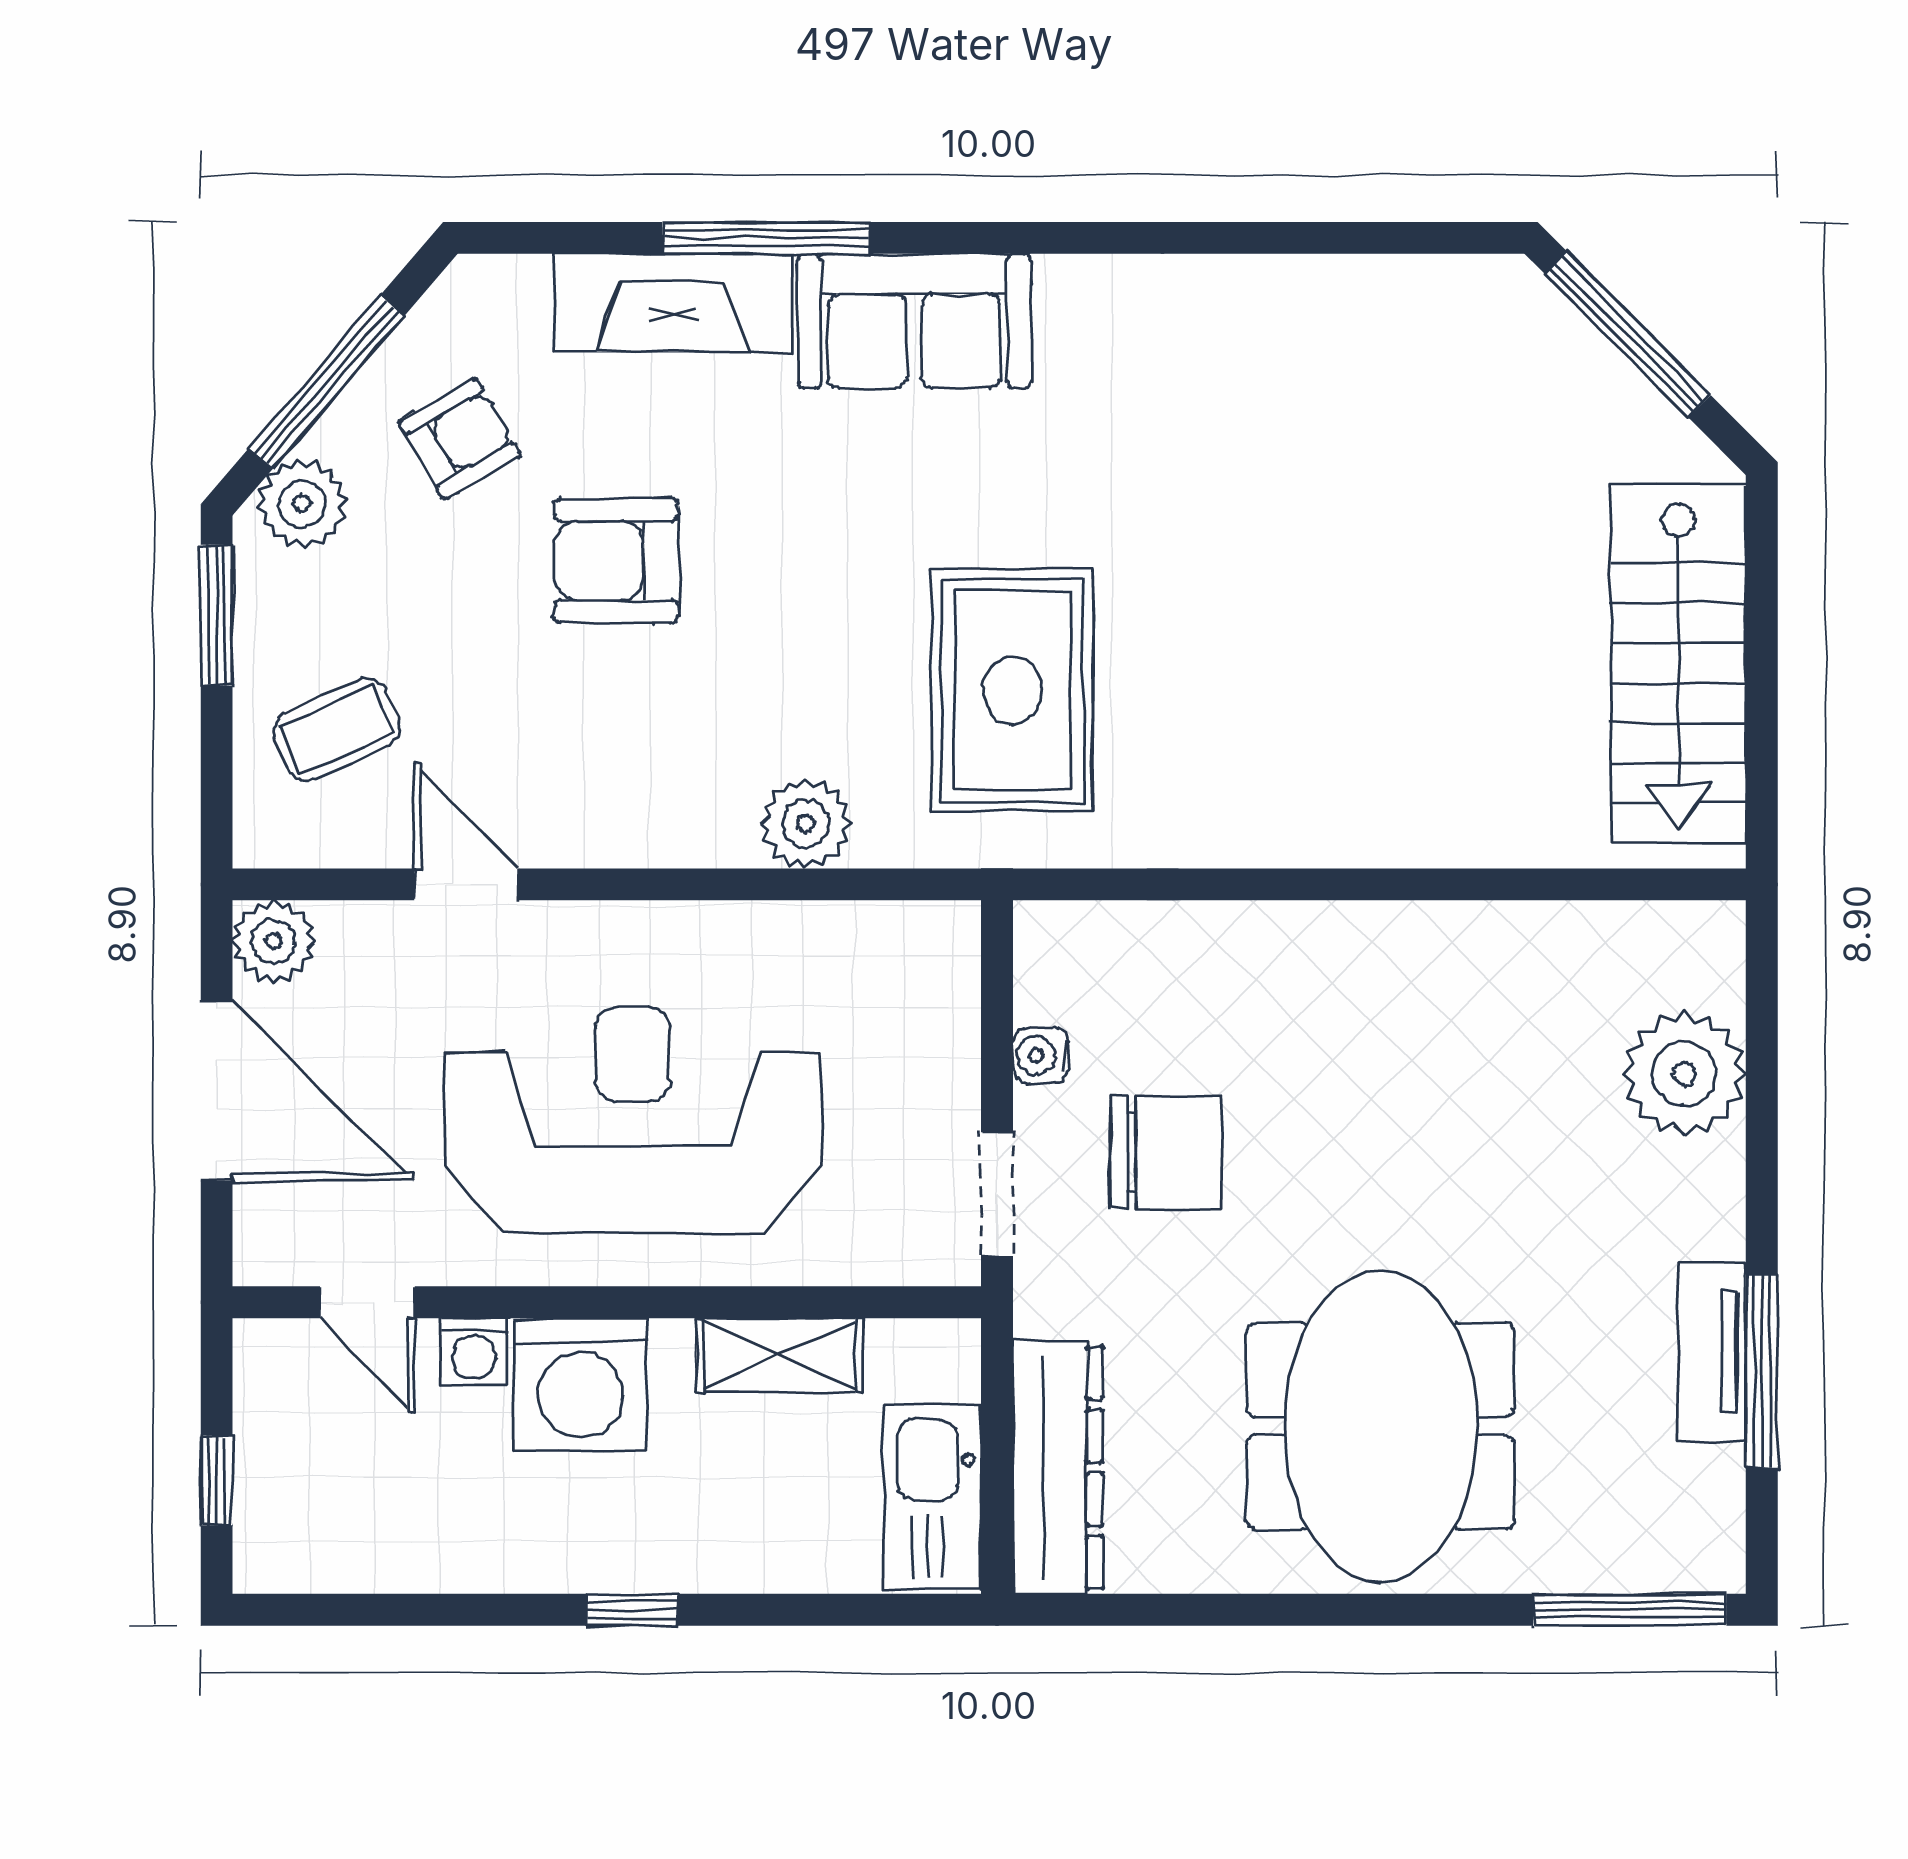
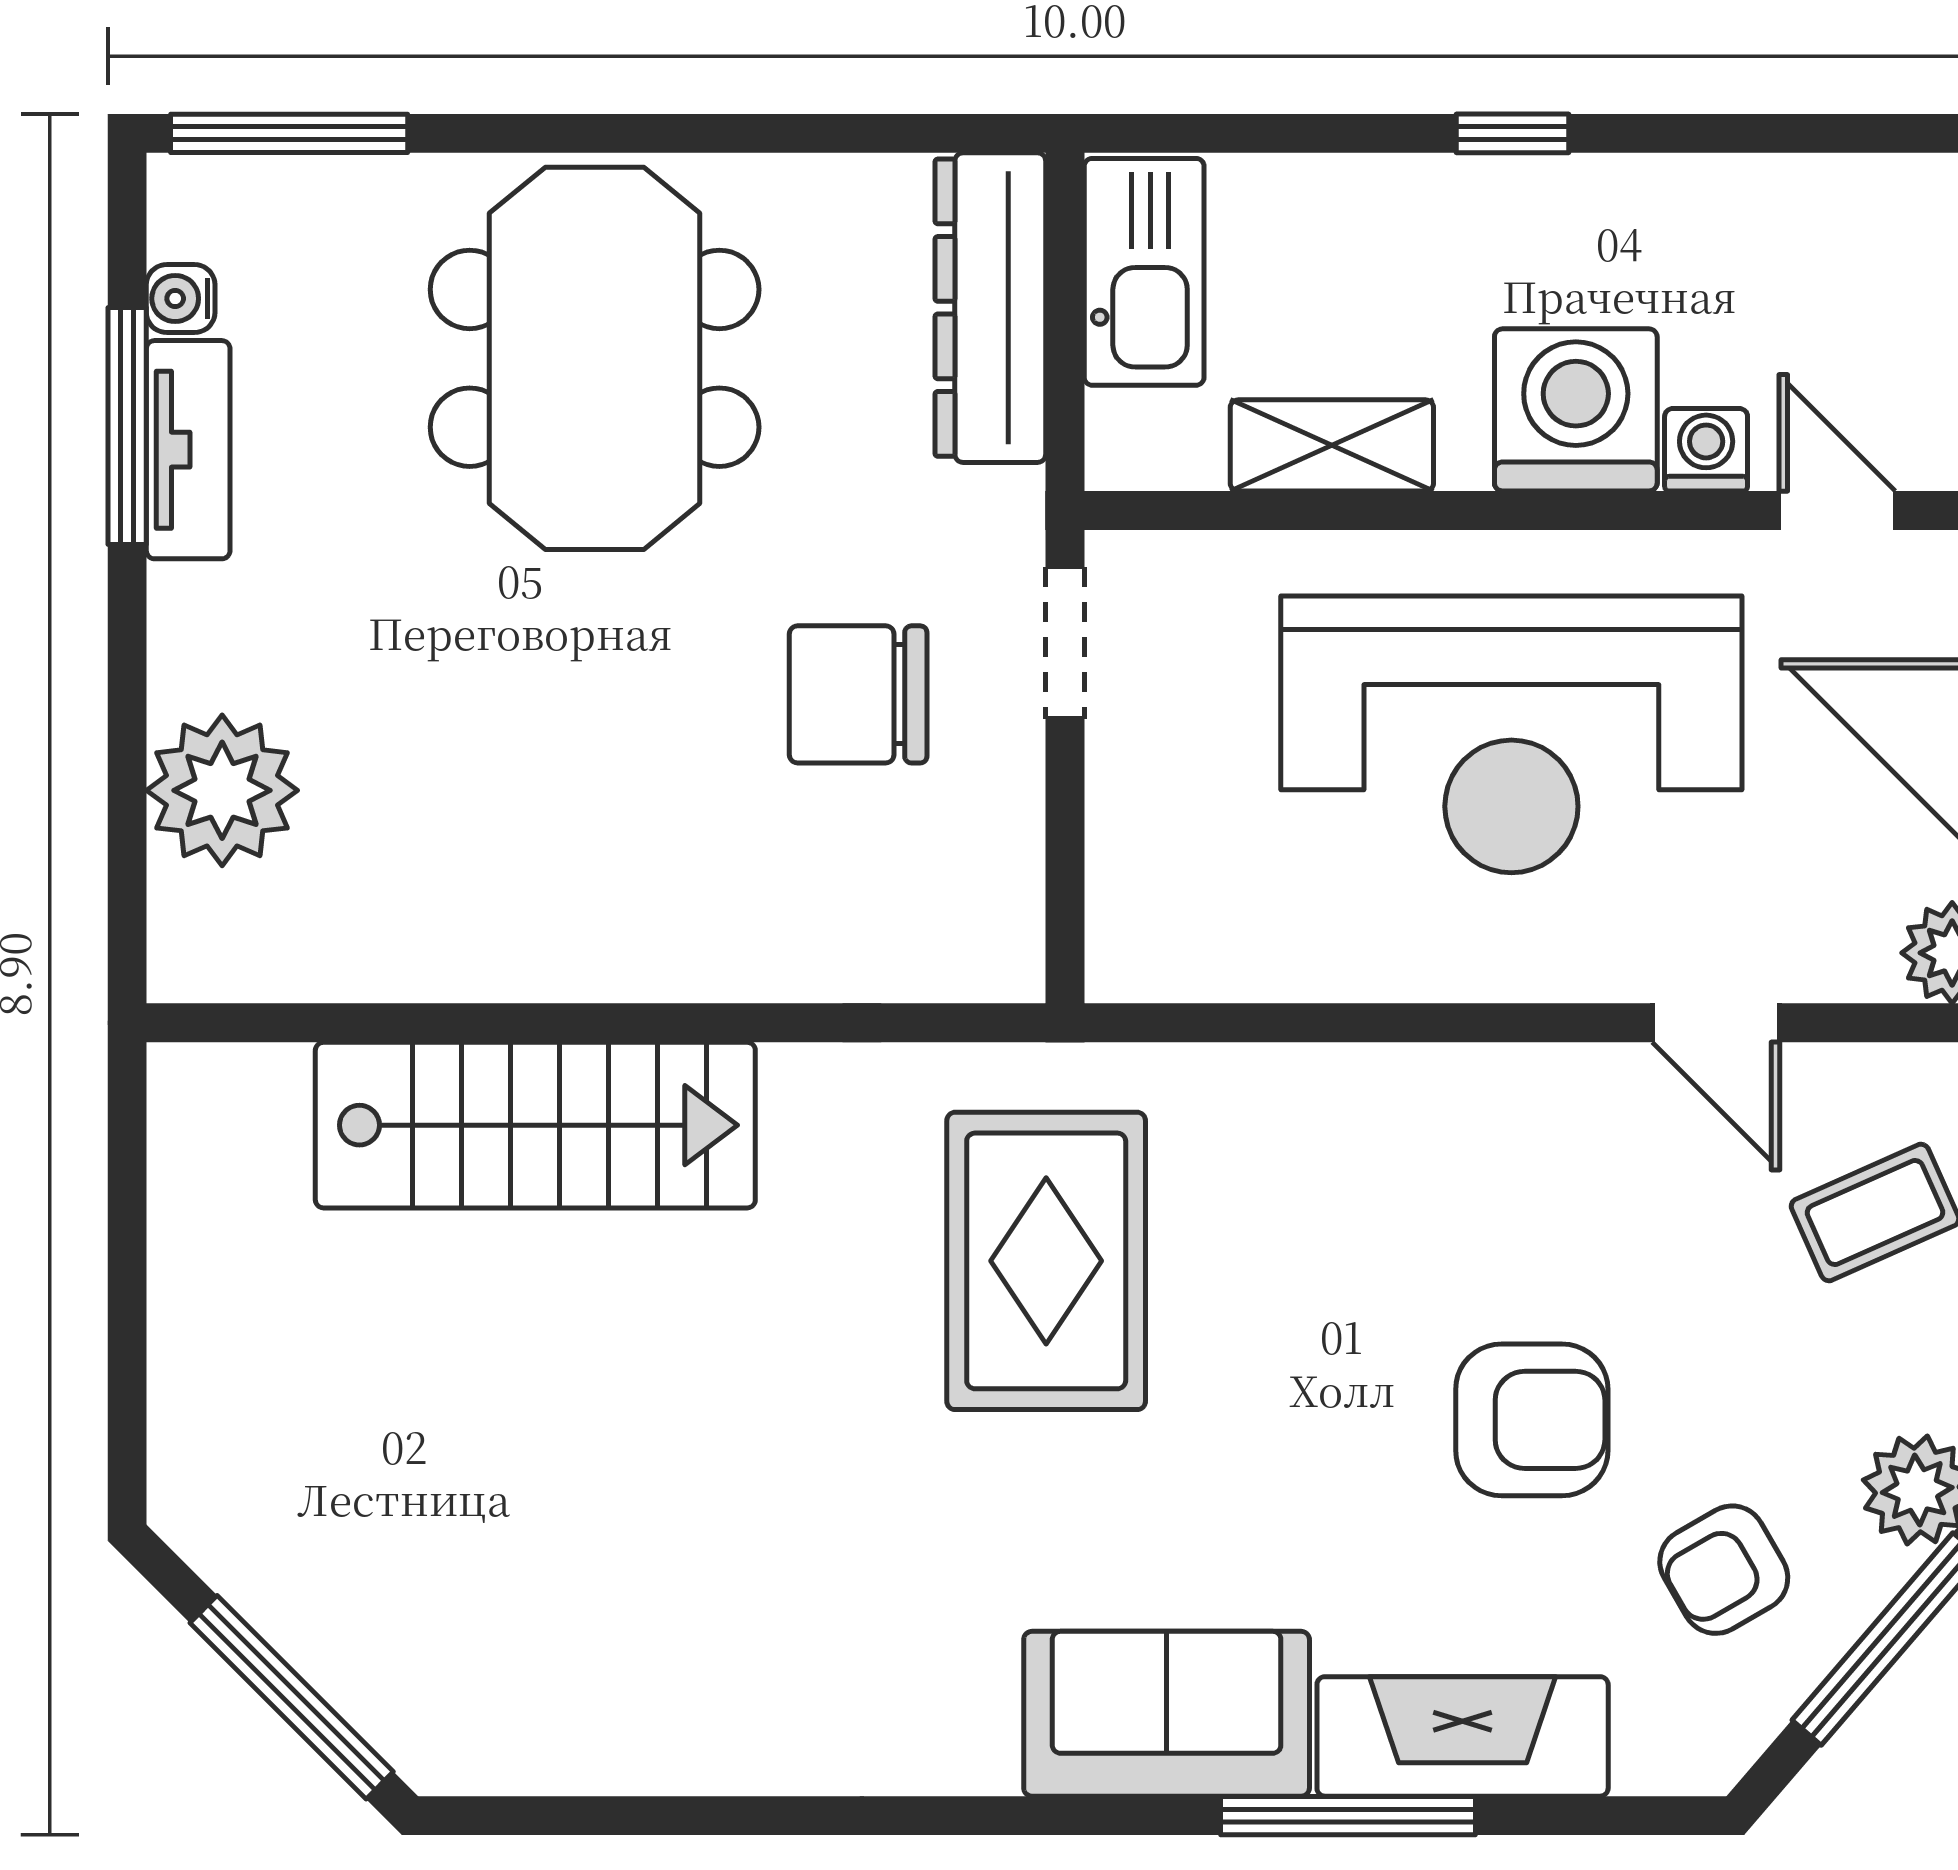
stairs: (1678, 664) -> (535, 1125), moved, turned 90
plant: (806, 824) -> (1299, 1097), removed
water cooler: (1041, 1056) -> (181, 299), moved, turned 180

